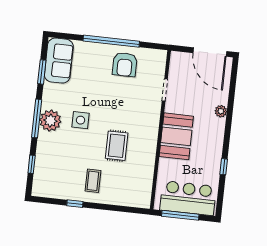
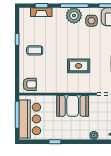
side table: (81, 120) -> (91, 21), moved
rug: (117, 146) -> (79, 66), moved
fireplace: (41, 166) -> (41, 12), added
armchair: (140, 193) -> (30, 84), added

